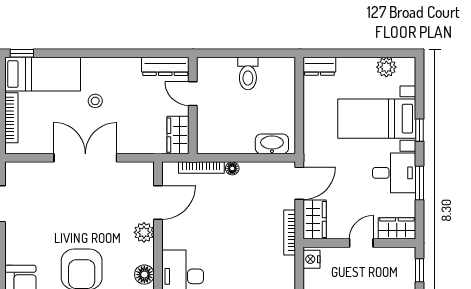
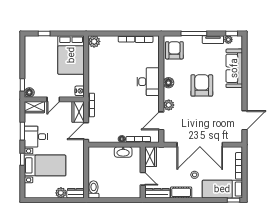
plant: (386, 67) -> (61, 193), moved
cot: (121, 68) -> (181, 192), added
toilet: (248, 73) -> (94, 189), moved
washbasin: (272, 144) -> (123, 152), moved
double door: (85, 158) -> (200, 145), width x1.36
floor lamp: (406, 256) -> (29, 92), added

